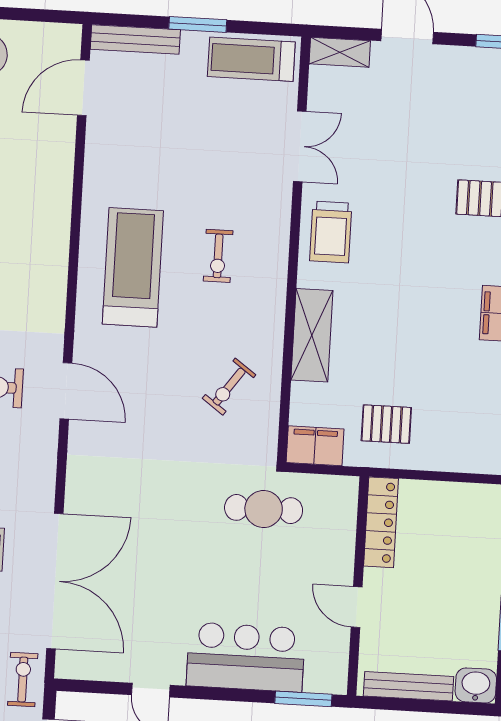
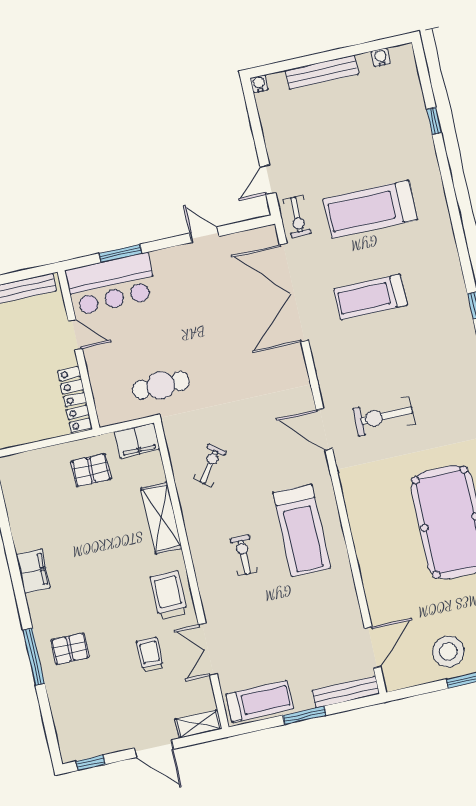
trolley: (377, 161) -> (150, 655), added
bar counter: (246, 657) -> (111, 284), moved
window: (303, 699) -> (120, 253), moved

